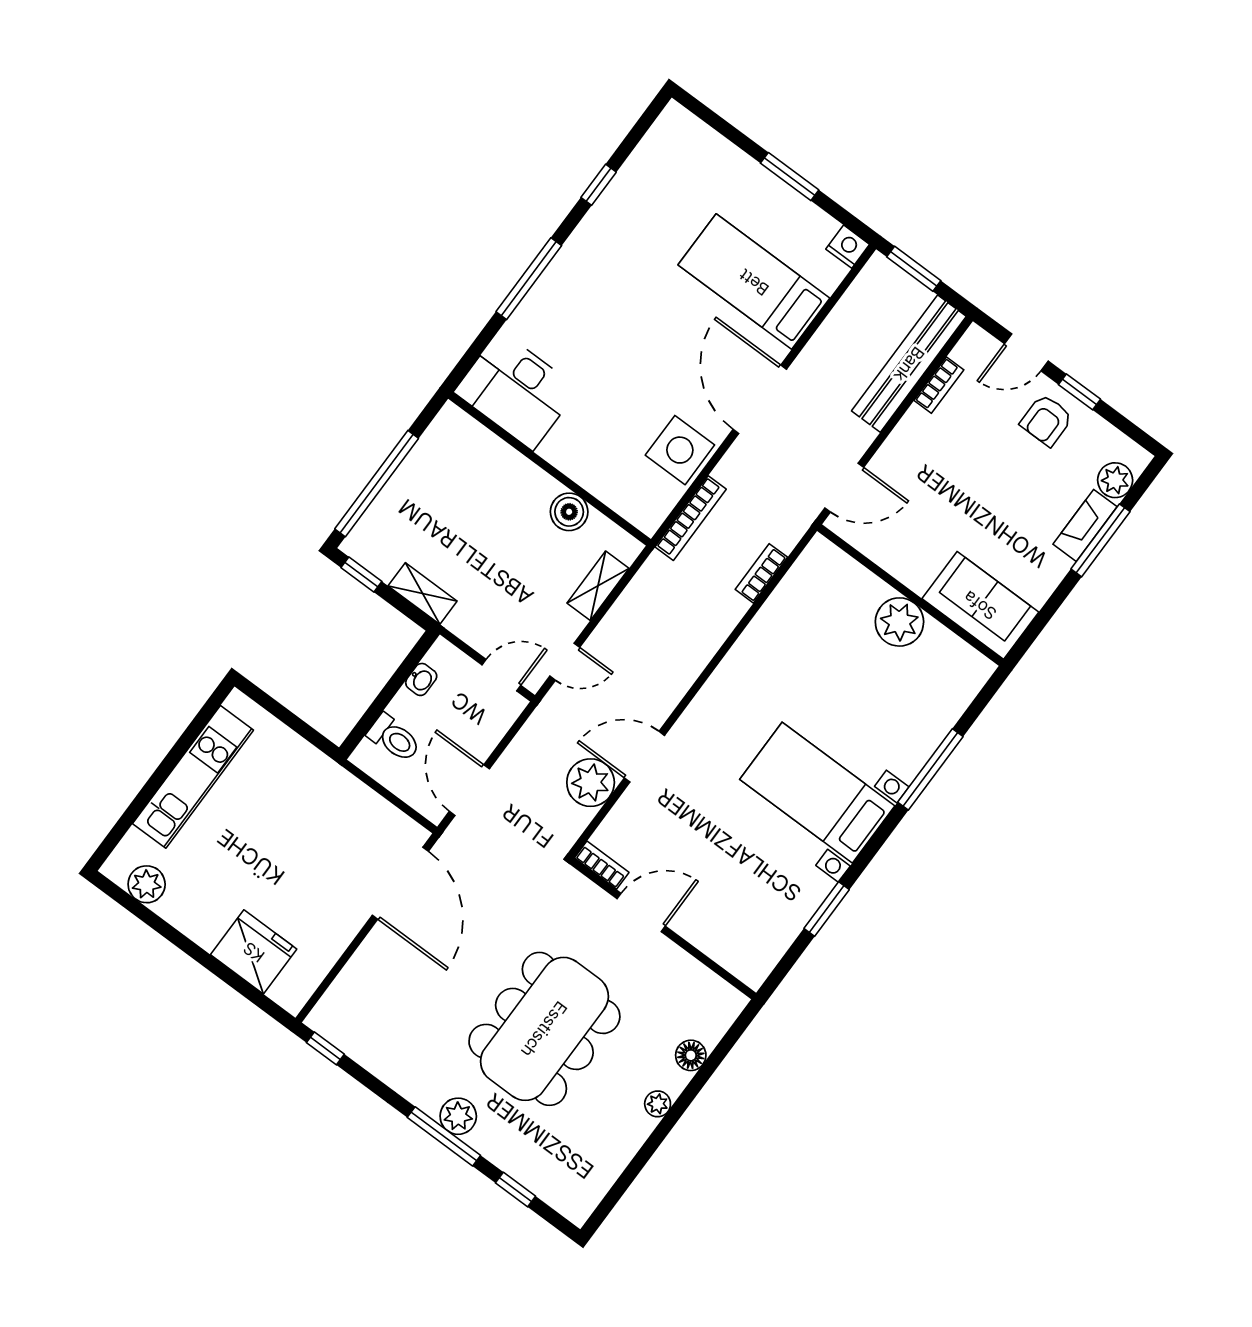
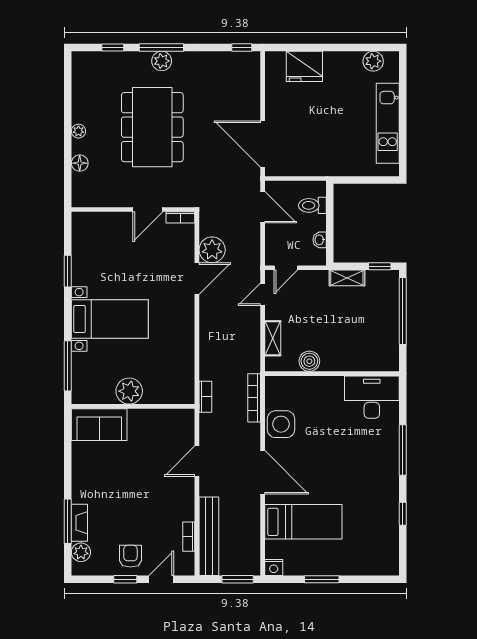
wall: (910, 595) -> (133, 406), moved
sofa: (980, 605) -> (99, 425), moved
plant: (899, 622) -> (129, 391), moved

